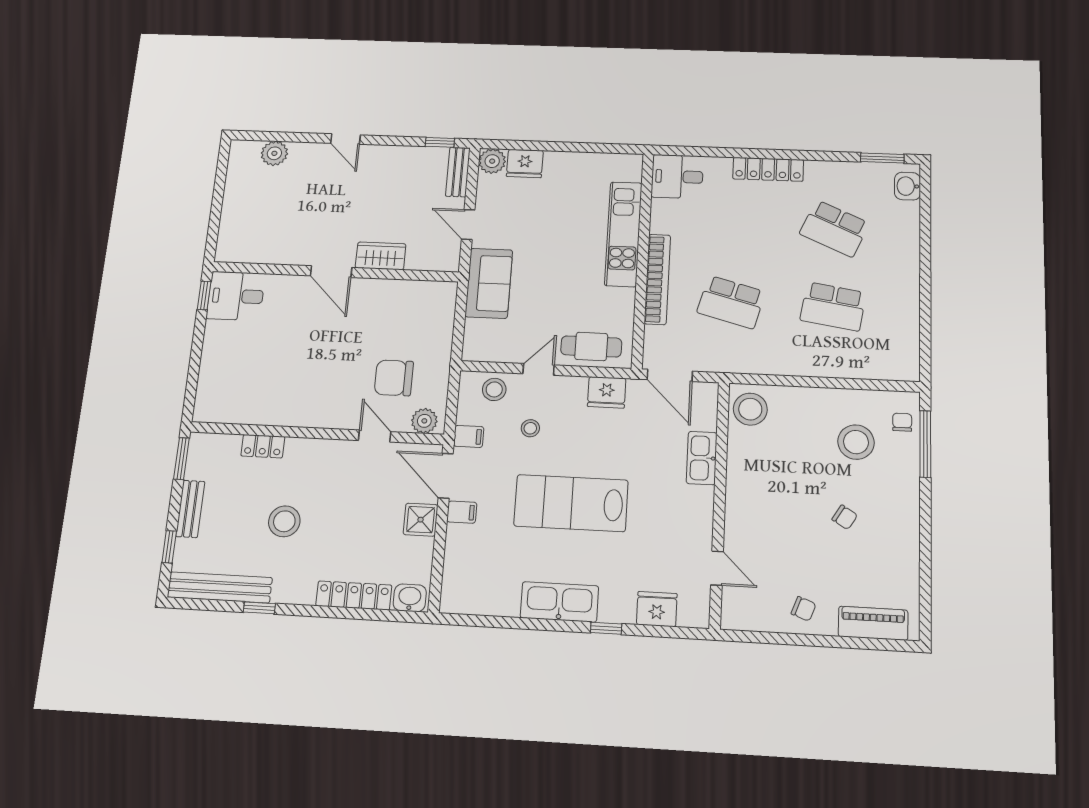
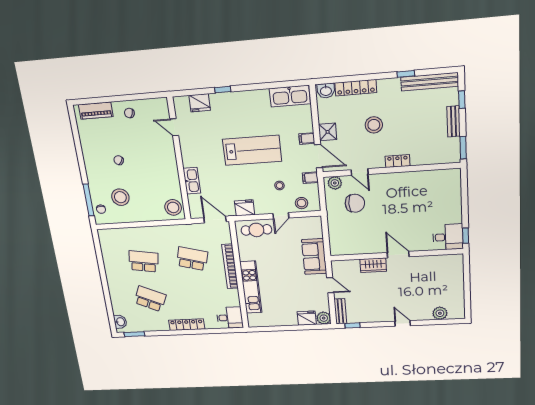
locker: (263, 446) -> (398, 161), moved
stool: (284, 521) -> (374, 125), moved
kitchen sink: (559, 602) -> (290, 96), moved

